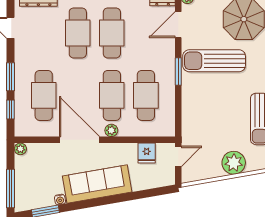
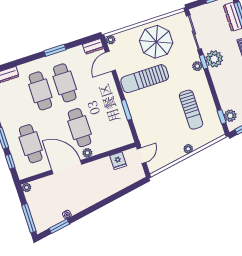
window: (178, 72) -> (126, 110), moved
cafe table: (146, 95) -> (104, 120), removed
plant: (234, 163) -> (188, 149), width x0.53, depth x0.53
sofa: (97, 184) -> (90, 195), removed

